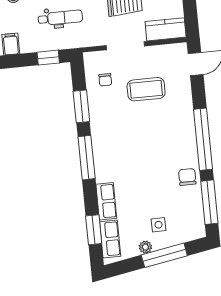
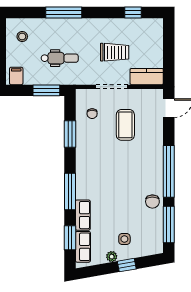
window: (48, 58) -> (46, 90), width x1.50
coffee table: (146, 89) -> (125, 125), turned 90
window: (87, 158) -> (70, 191), moved
chair: (187, 177) -> (152, 202), turned 180
window: (164, 255) -> (127, 265), width x0.46

